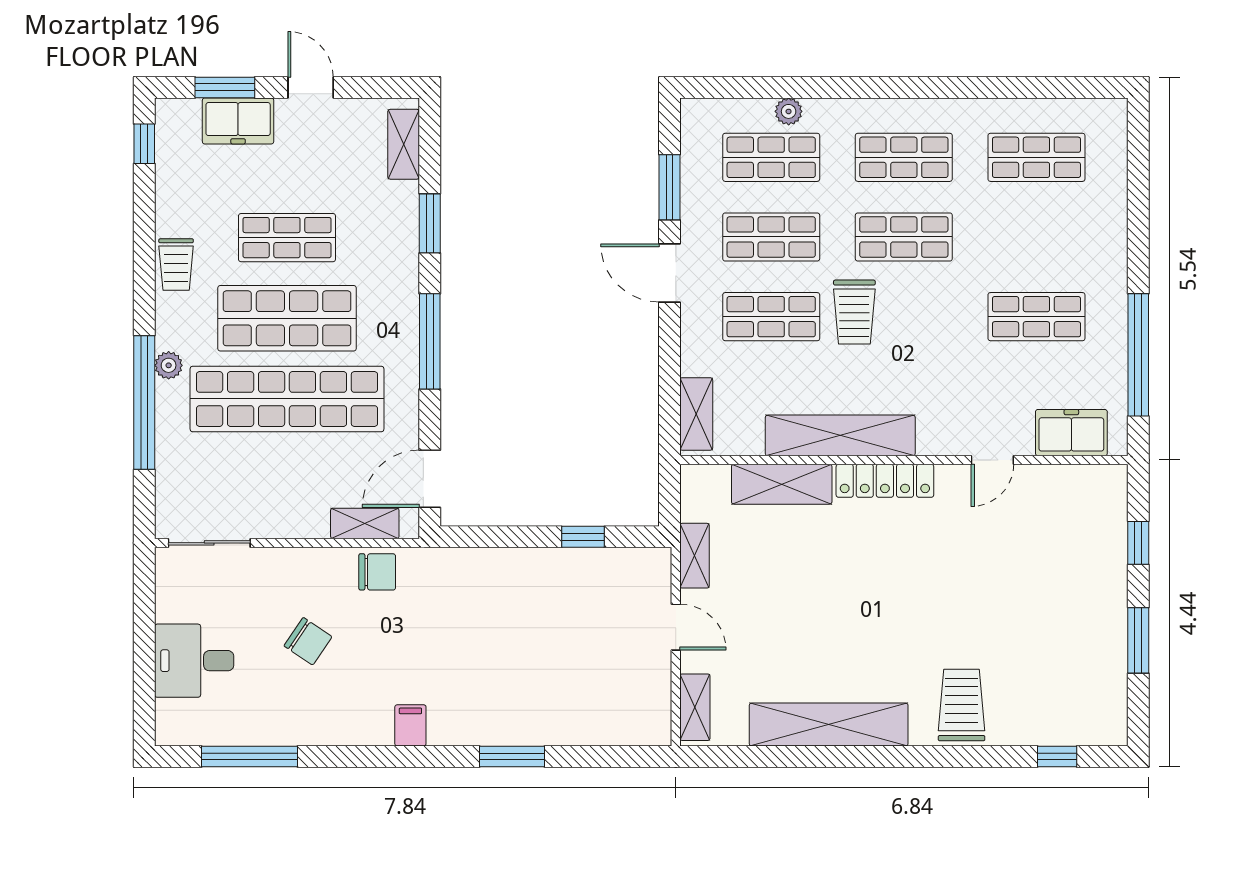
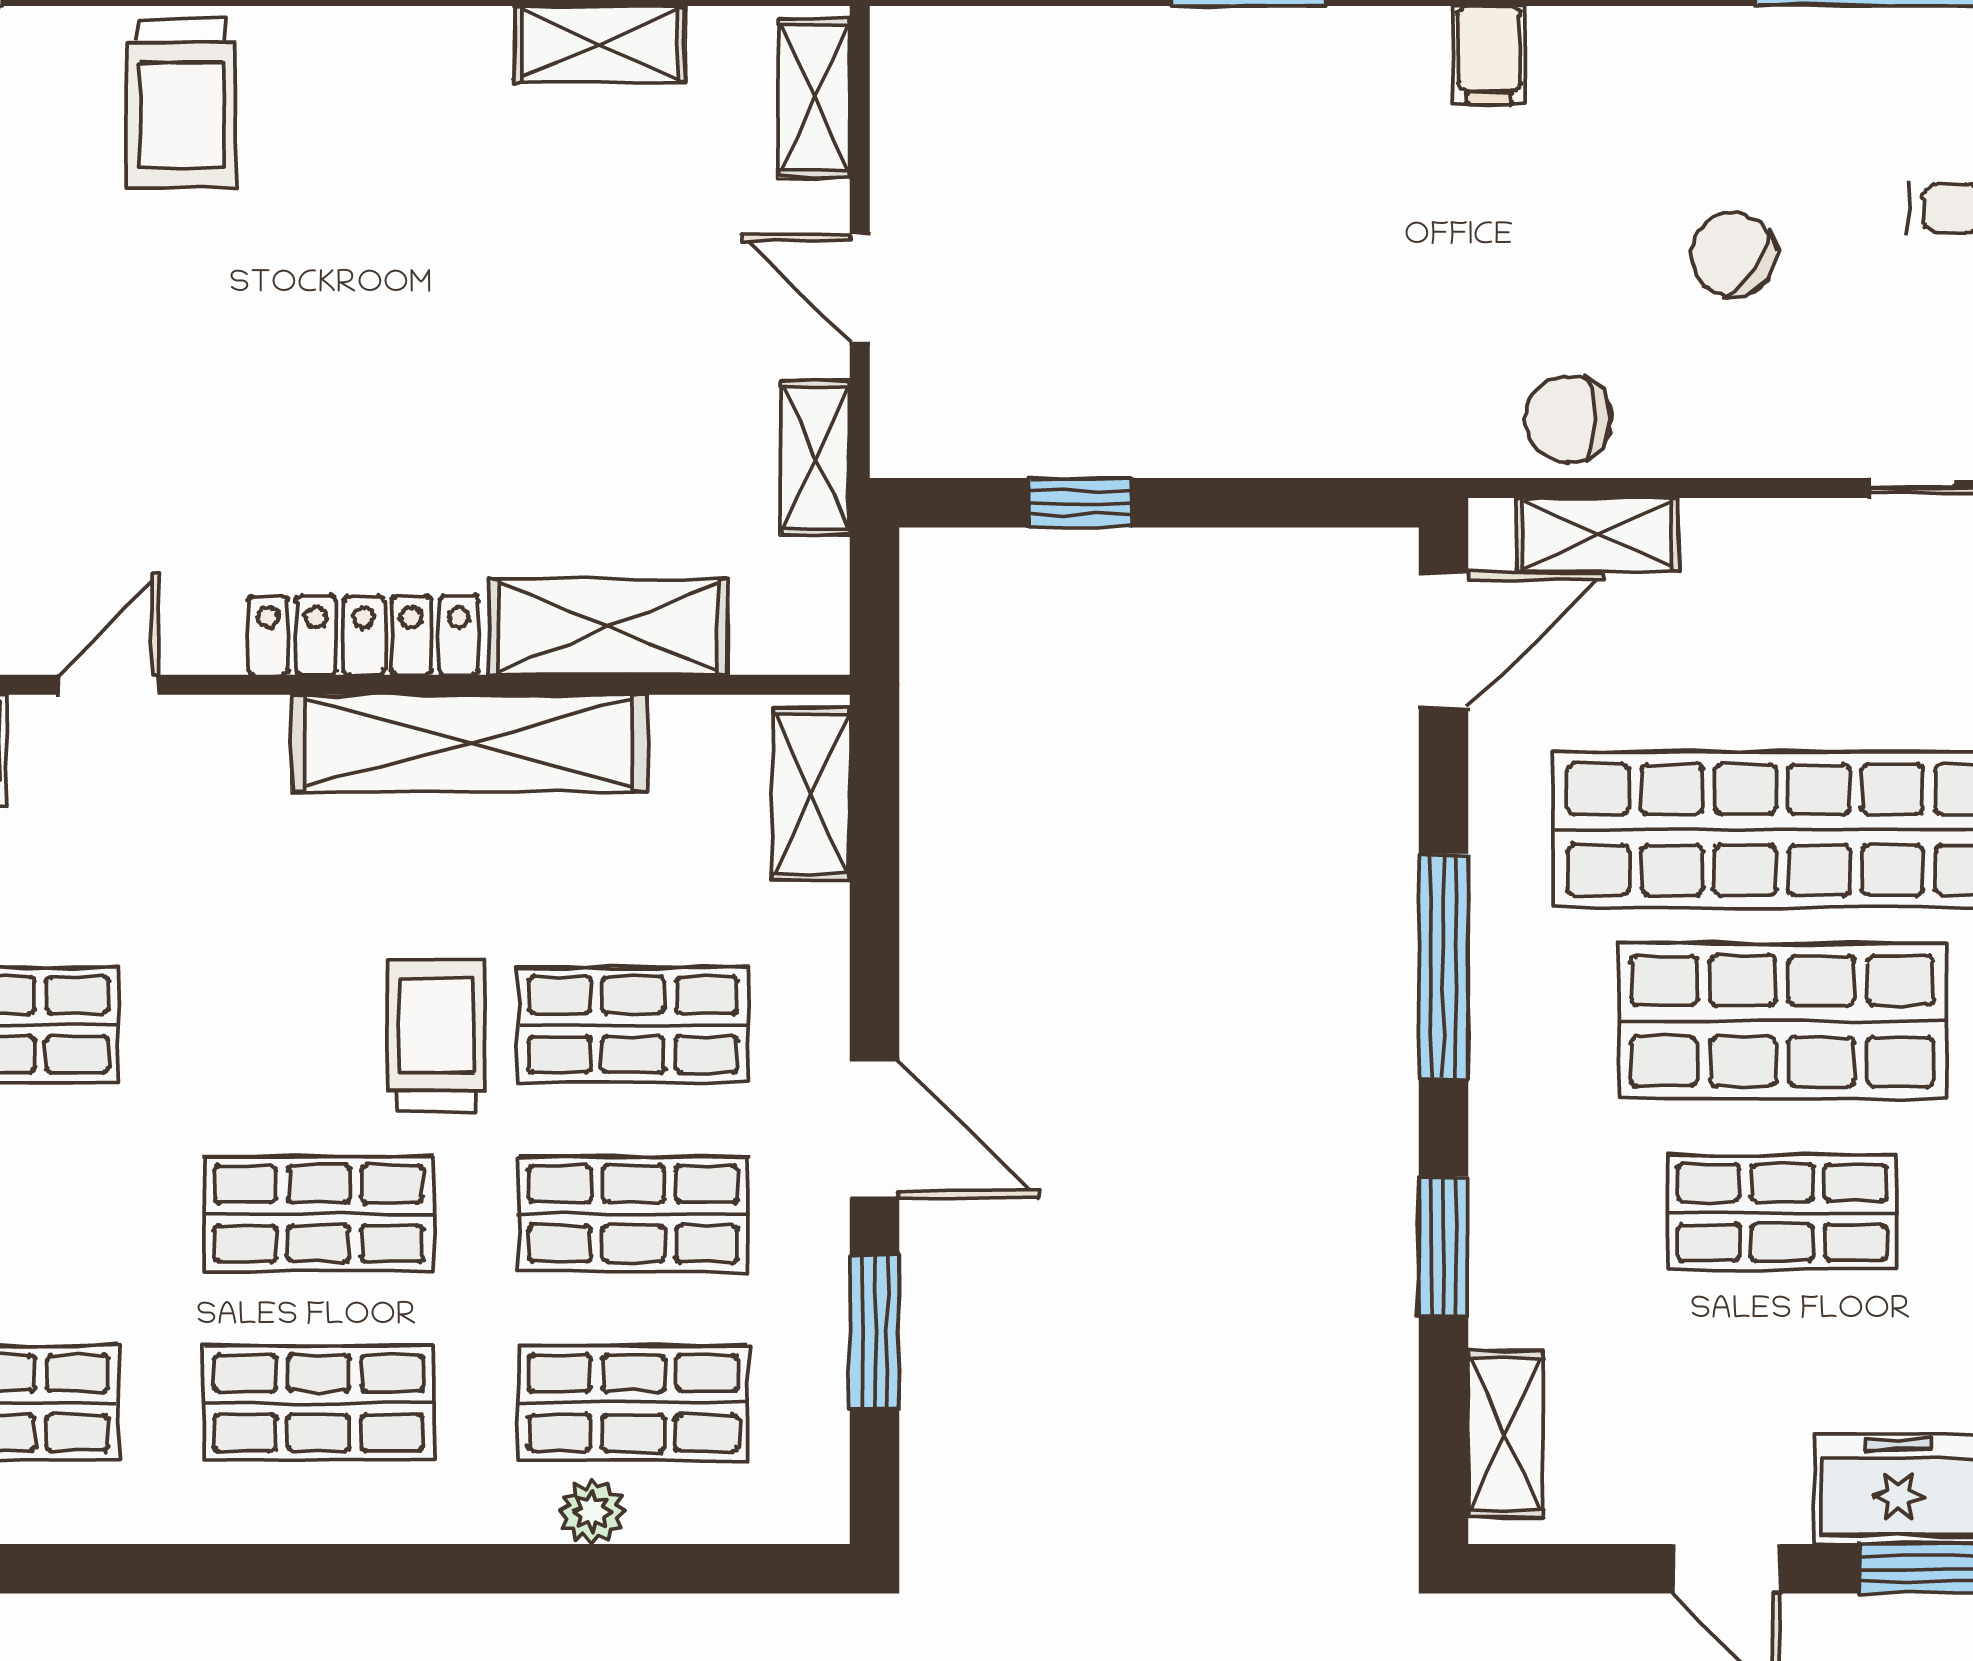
shelving: (829, 725) -> (600, 44), width x0.45, depth x0.75

